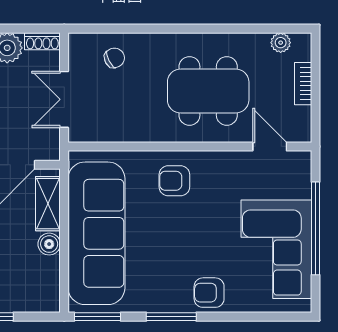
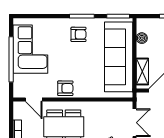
armchair: (174, 181) -> (65, 88), moved
boiler: (49, 244) -> (142, 38), moved
armchair: (209, 293) -> (78, 34), moved

